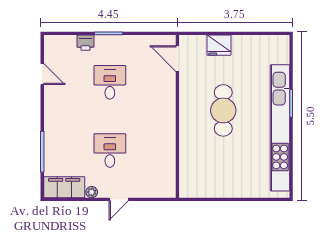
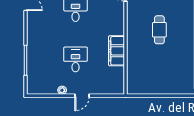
cafe table: (223, 110) -> (159, 30), width x0.73, depth x0.74
filing cabinet: (64, 187) -> (117, 51), moved, turned -90

